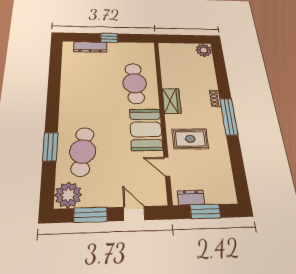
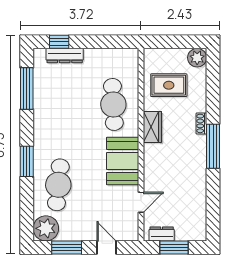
window: (109, 38) -> (59, 42), moved
window: (55, 70) -> (27, 89), added
rug: (190, 139) -> (169, 85), moved
window: (50, 147) -> (27, 161), moved
door: (167, 167) -> (141, 202), swing flipped

